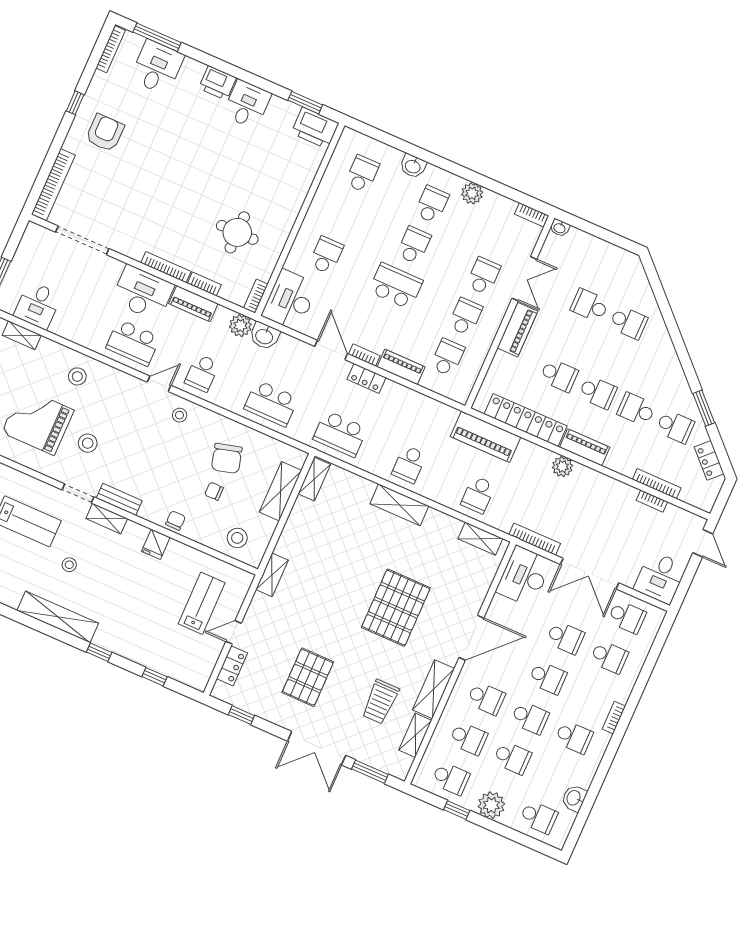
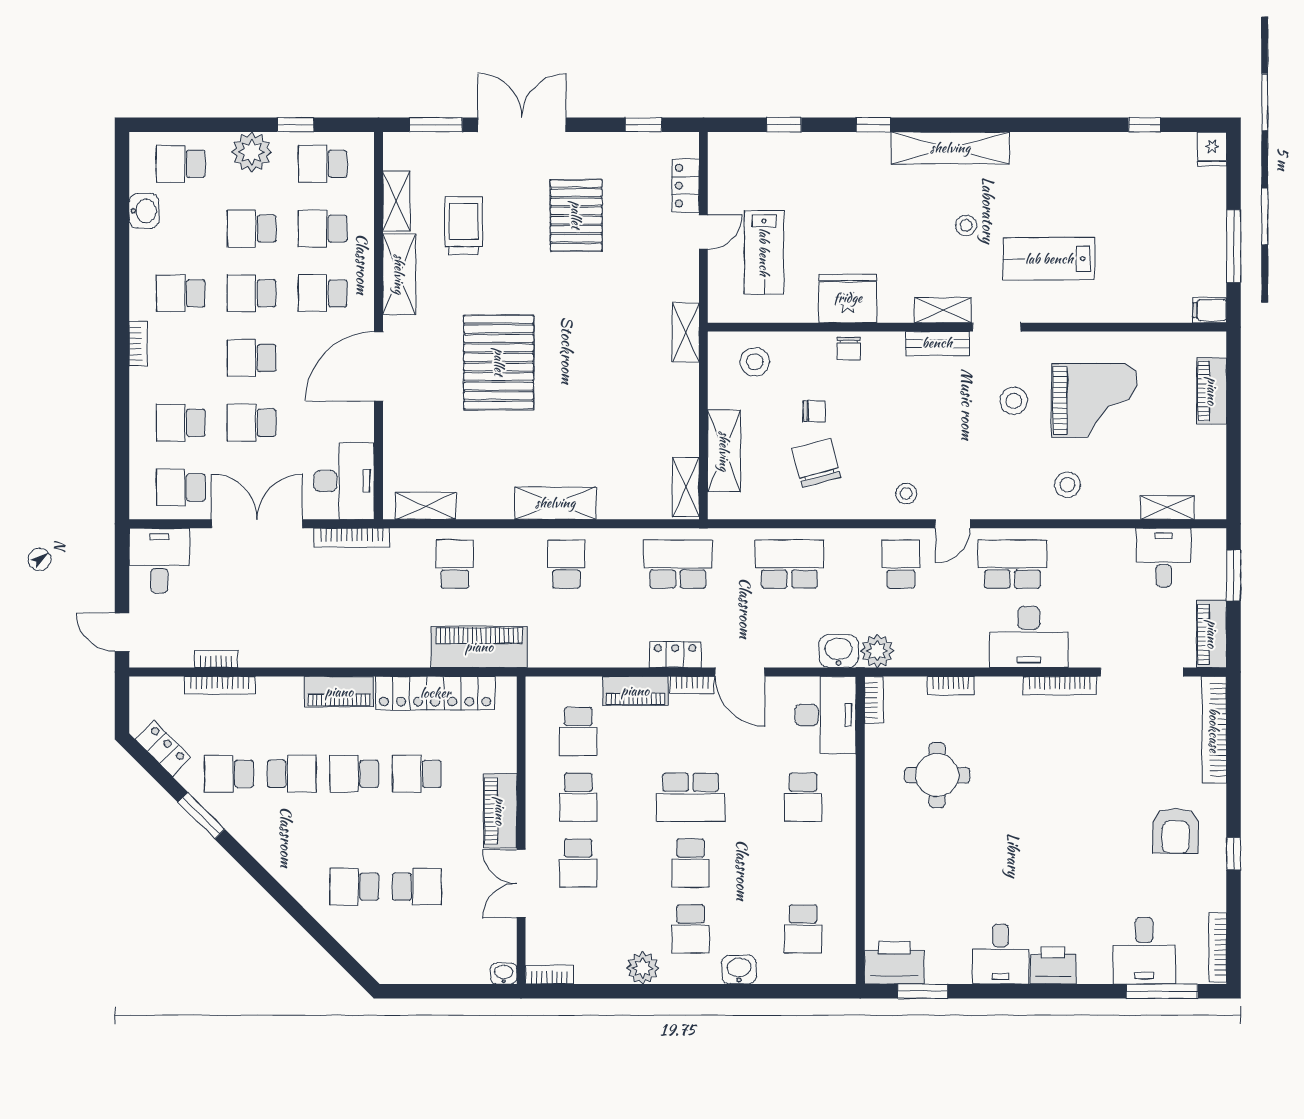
bookcase: (166, 267) -> (1060, 686), moved
piano: (193, 304) -> (1212, 634), moved, turned -90
plant: (562, 467) -> (358, 652), removed
fridge: (156, 544) -> (848, 298), width x1.88, depth x1.34

